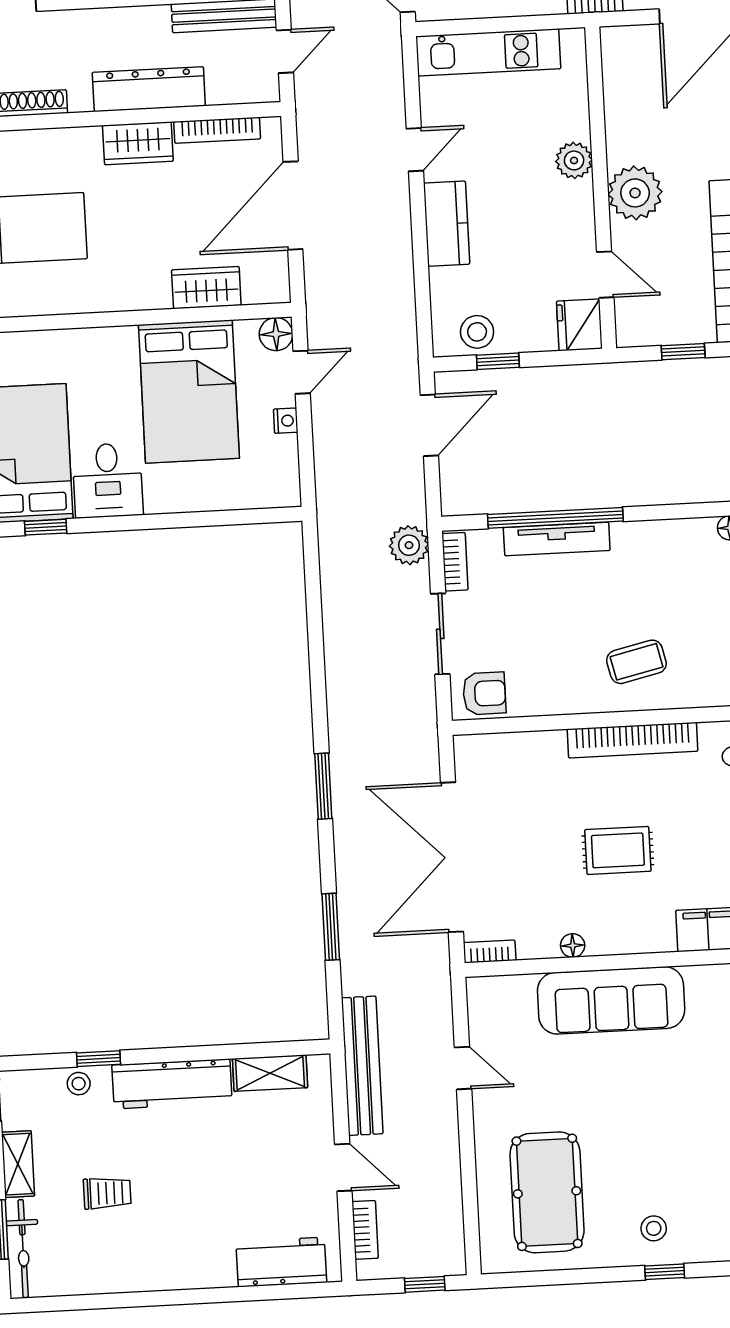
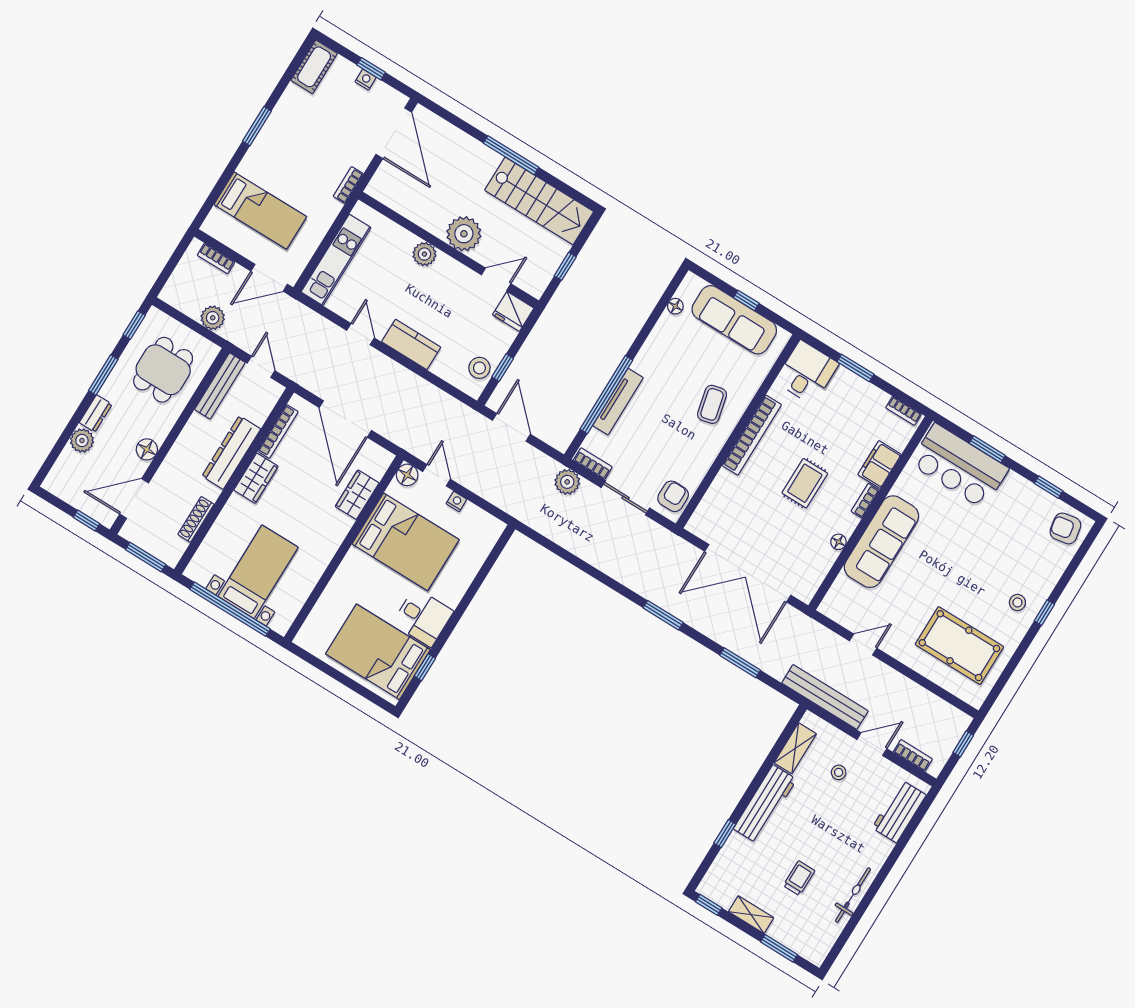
bookcase: (490, 951) -> (865, 501), moved
stool: (79, 1084) -> (839, 772), moved
bicycle: (23, 1249) -> (853, 895), moved, turned -90

